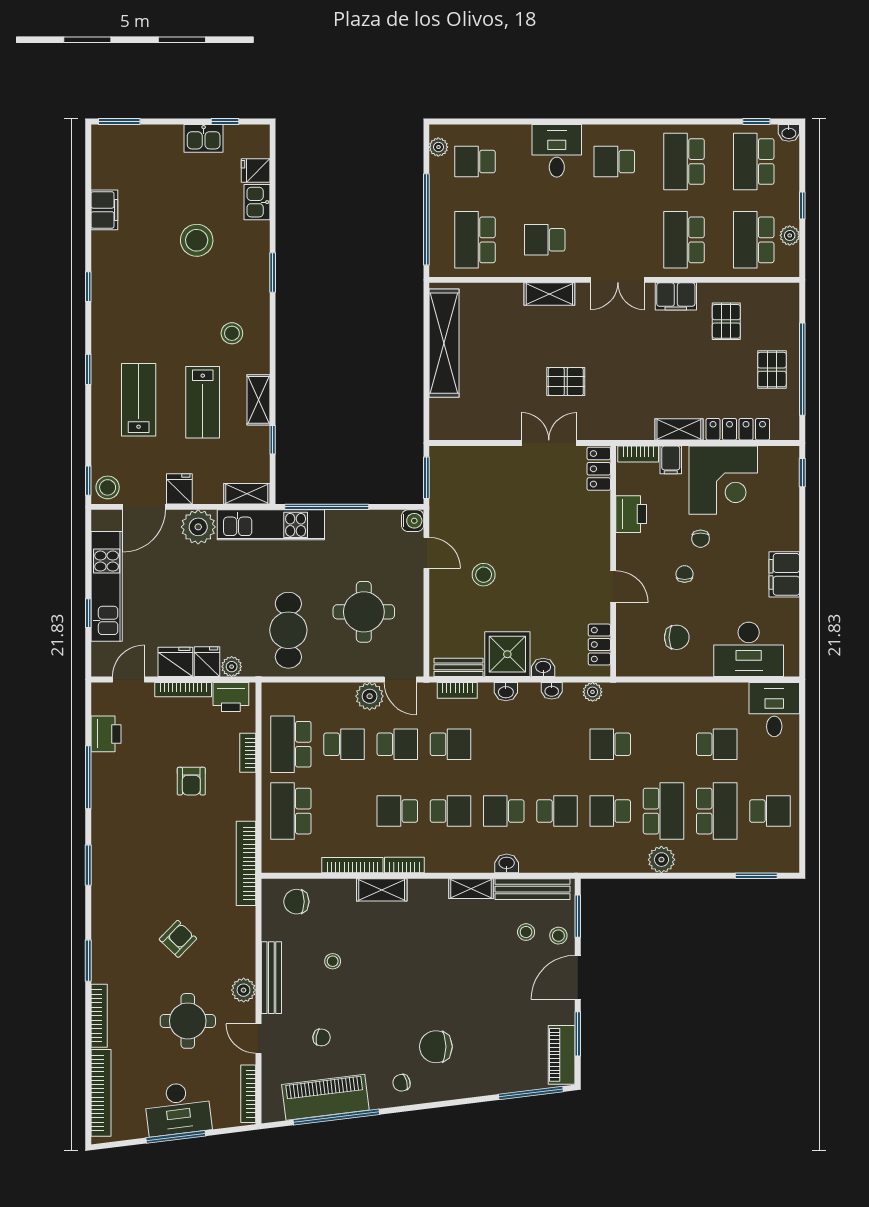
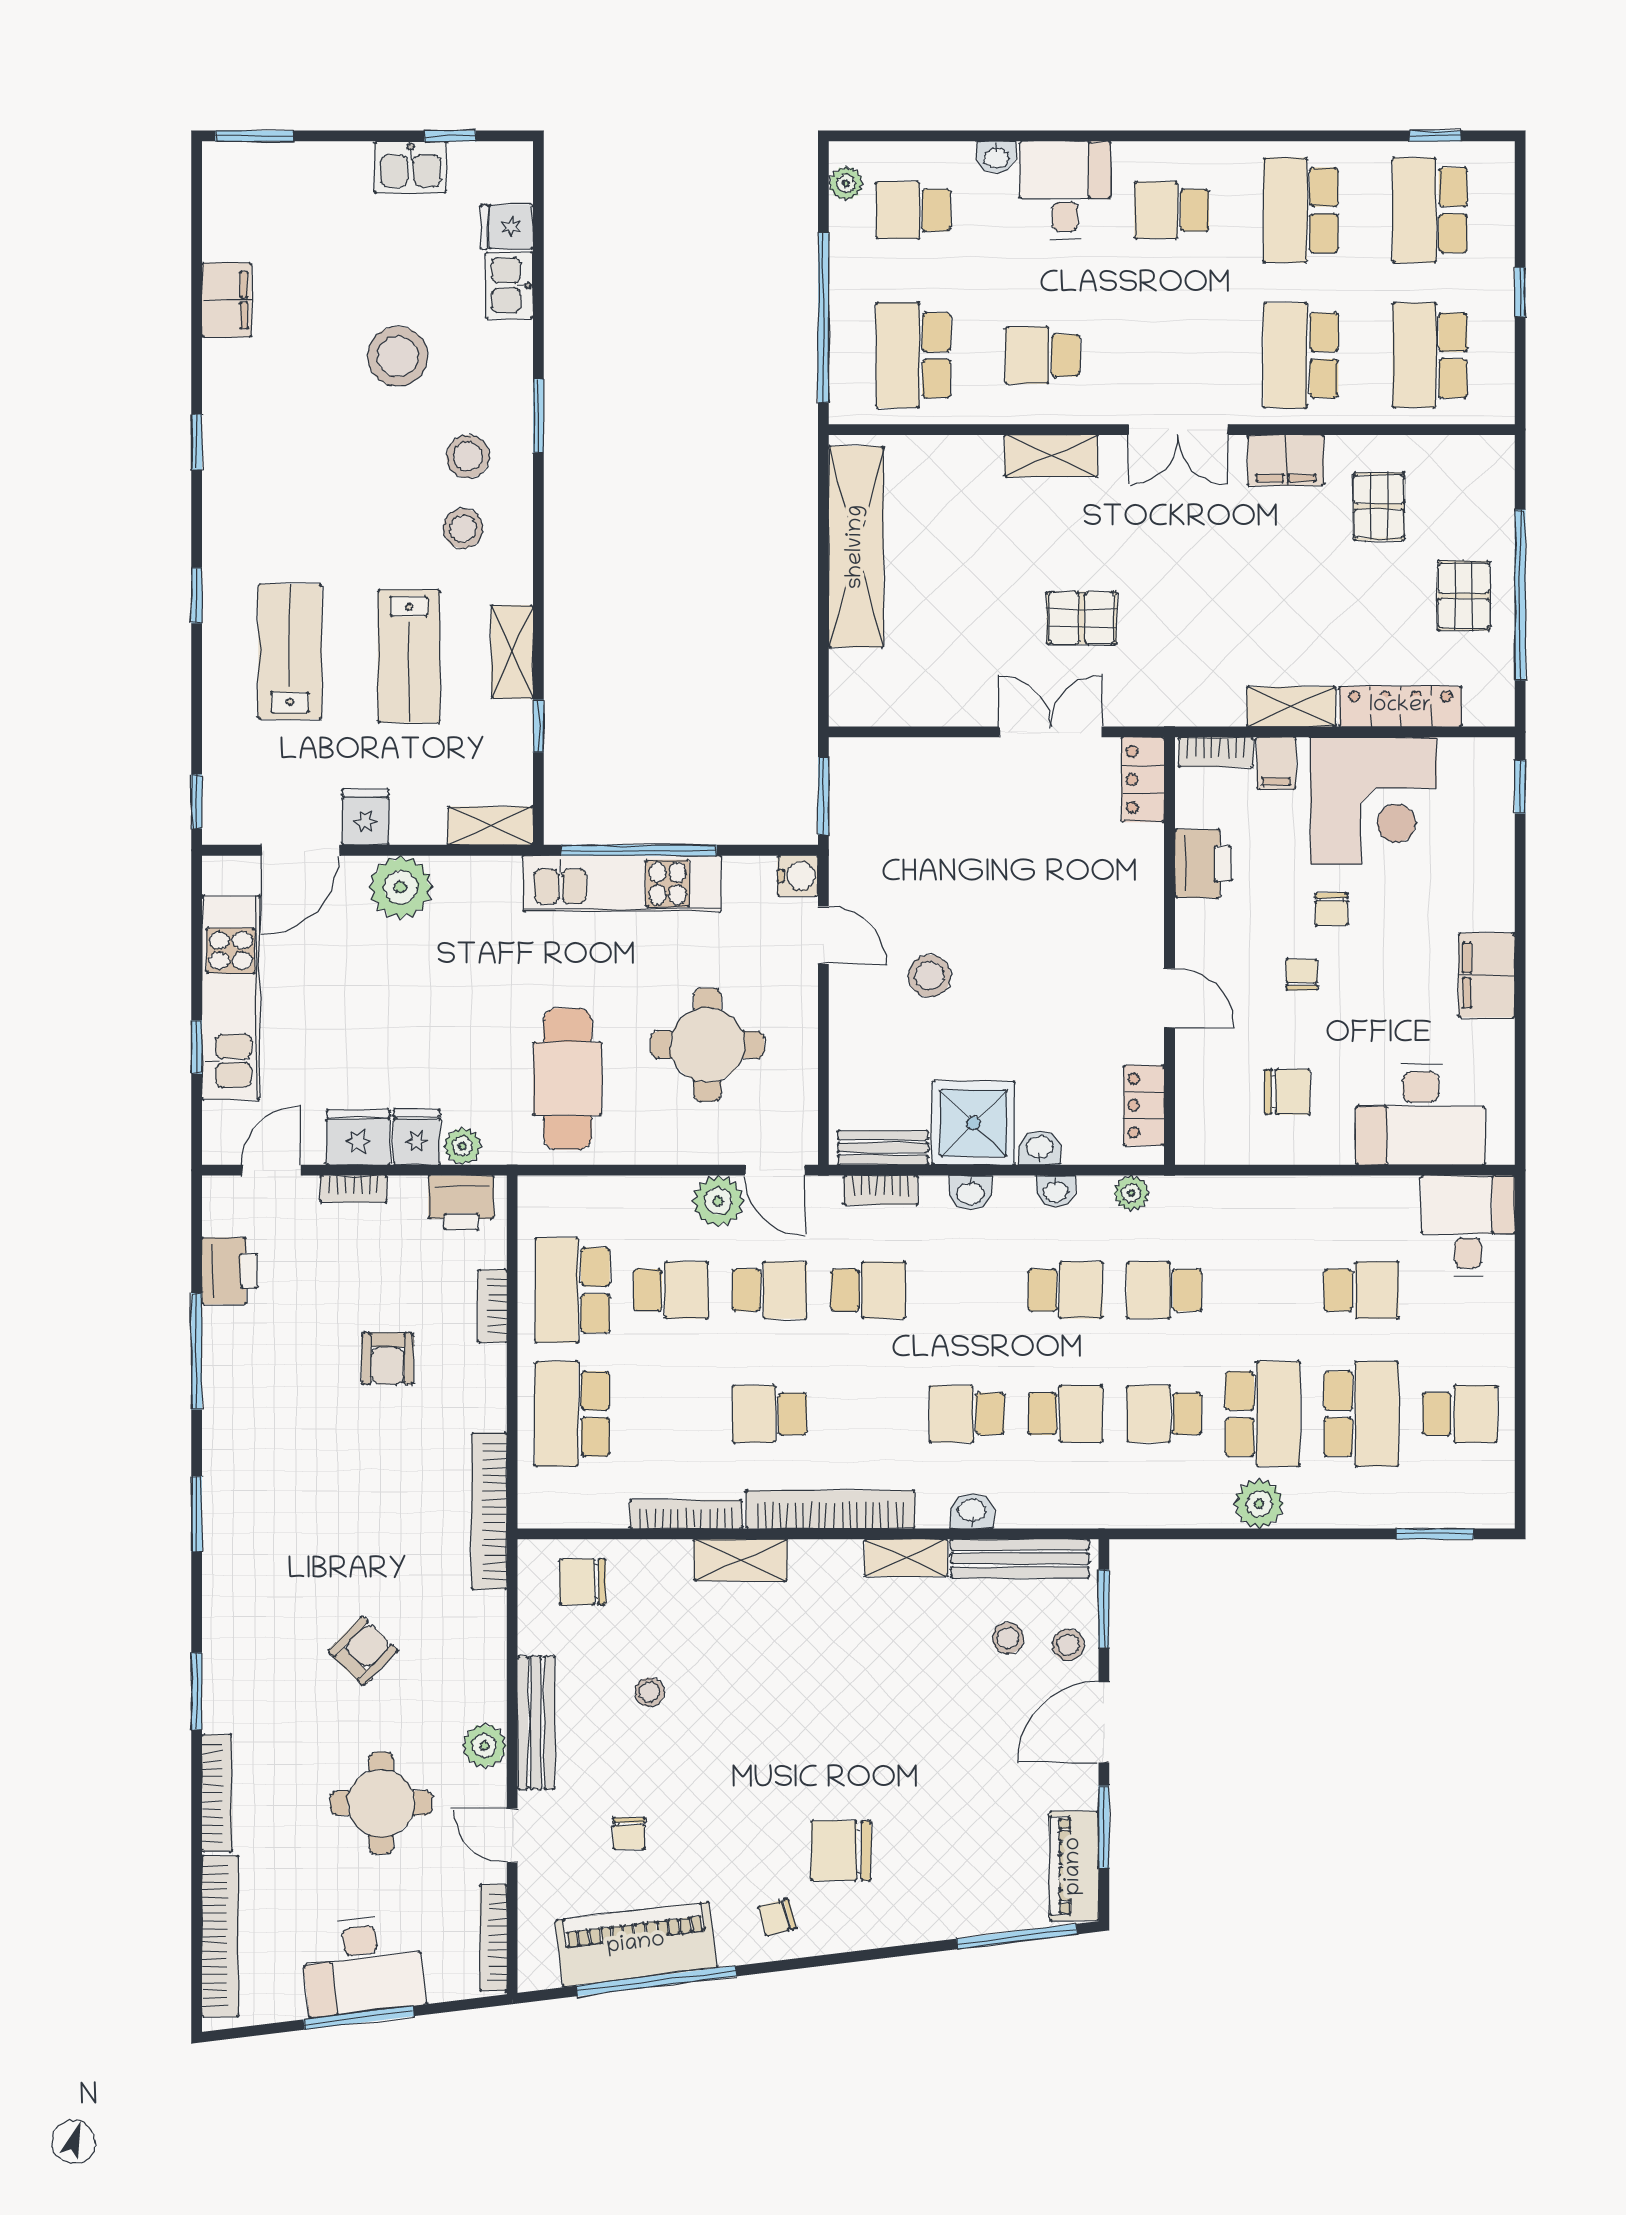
washbasin: (789, 133) -> (996, 157), moved
plant: (790, 235) -> (1497, 347), removed
stool: (108, 487) -> (468, 457), moved
kitchen unit: (271, 525) -> (622, 884), moved
bookcase: (183, 690) -> (354, 1189), width x0.64
school desk: (451, 811) -> (1065, 1290), moved
bookcase: (404, 865) -> (830, 1509), width x2.31, depth x1.31
chair: (322, 1037) -> (629, 1833), turned 81

